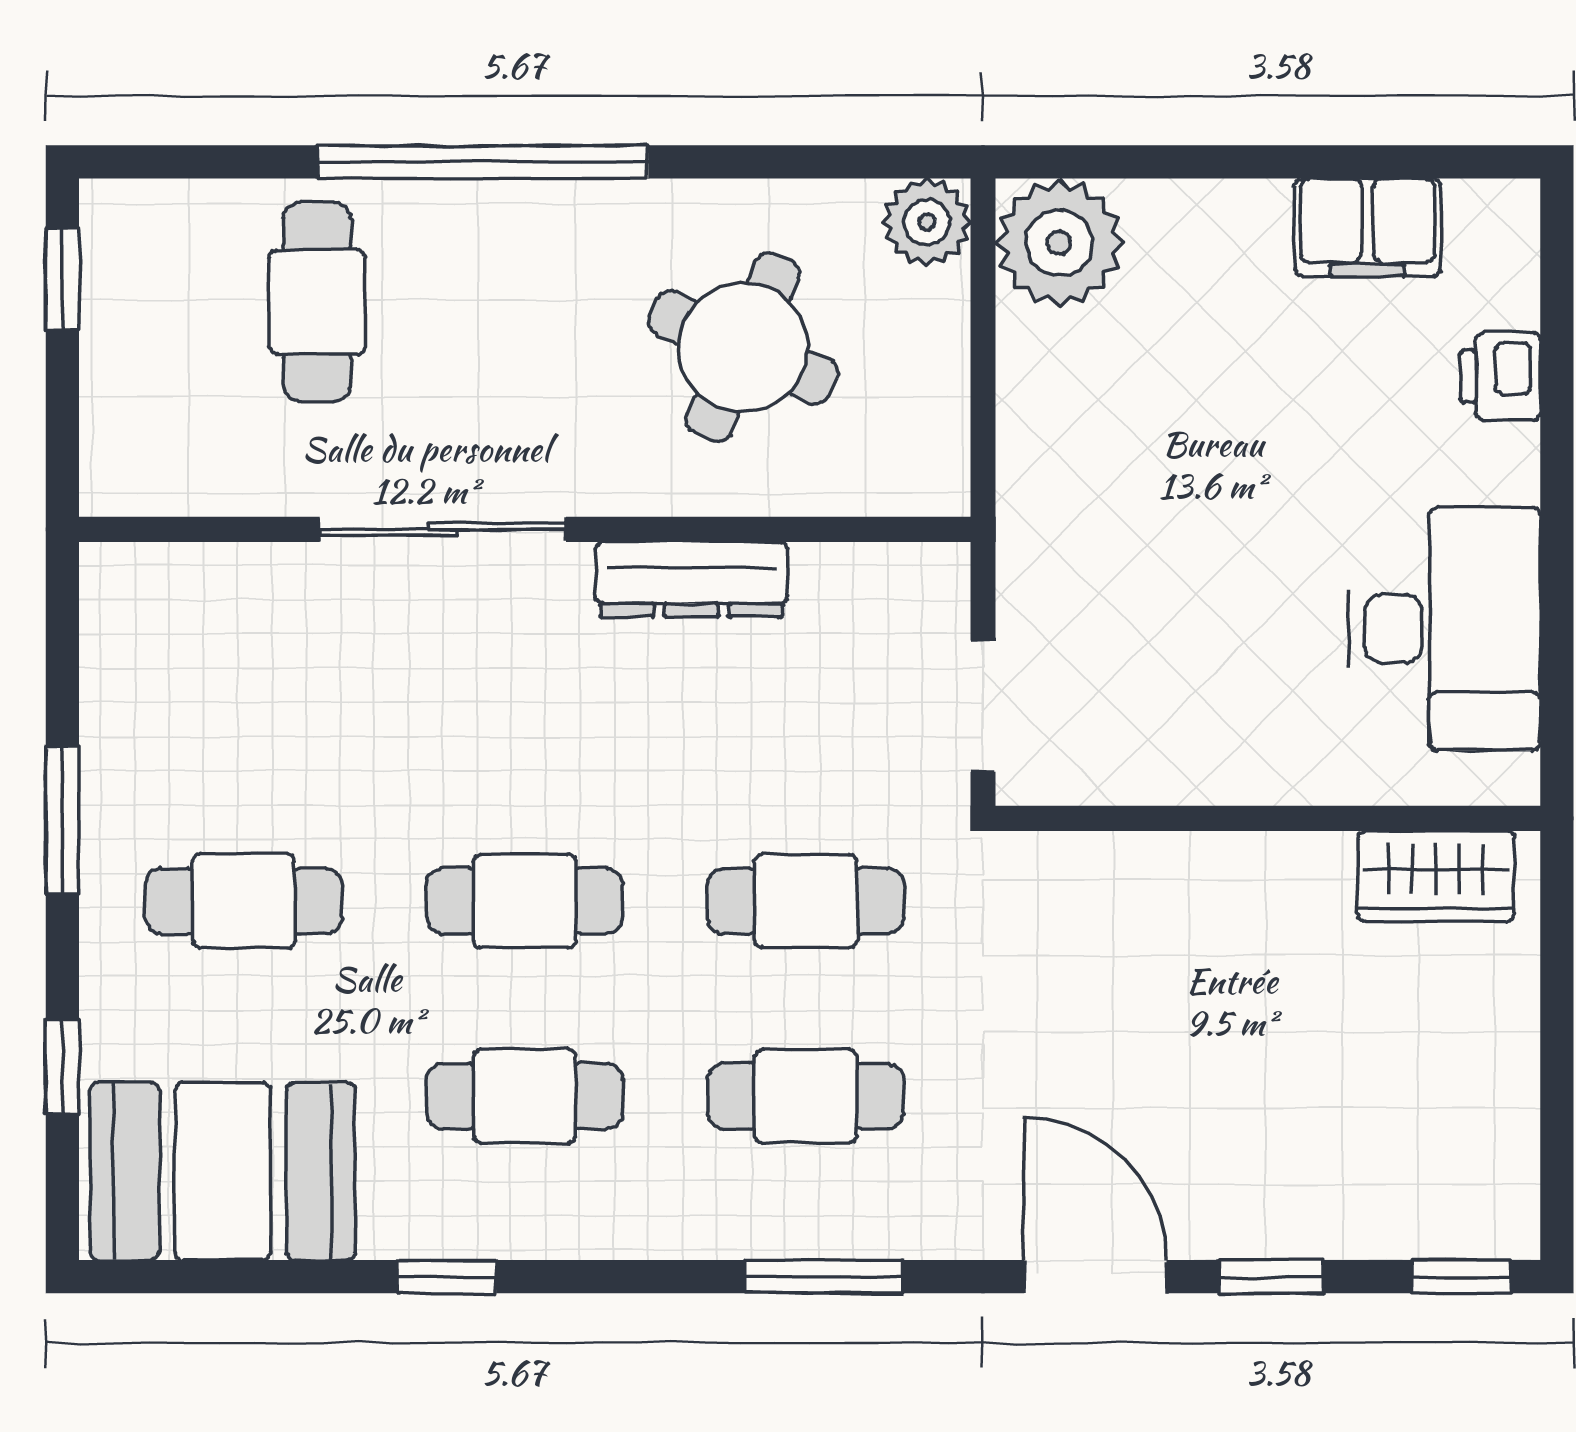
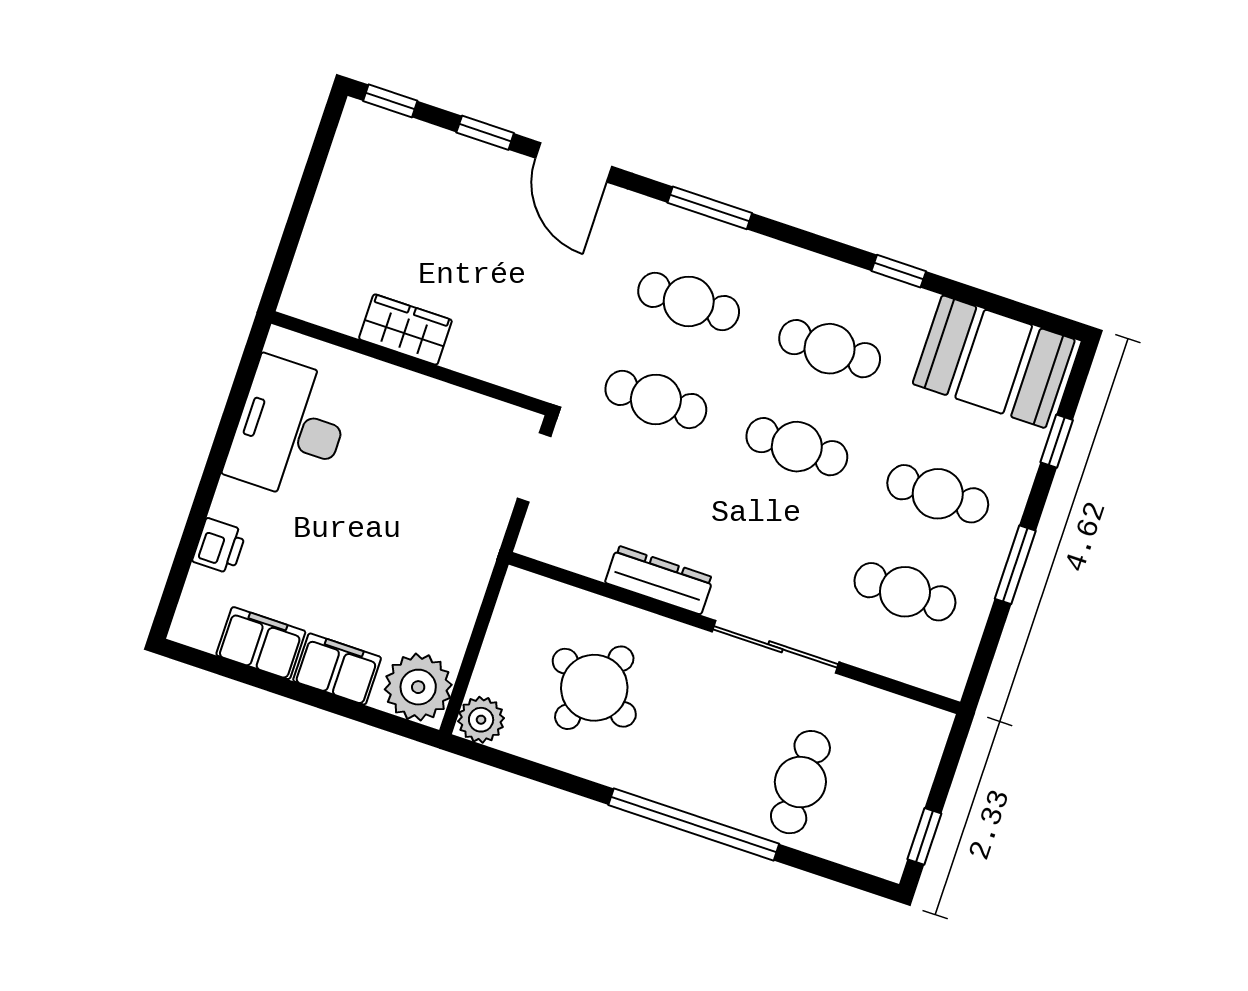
filing cabinet: (1215, 227) -> (337, 669), added
cafe table: (244, 706) -> (905, 592), added
wardrobe: (1436, 876) -> (405, 330), moved

